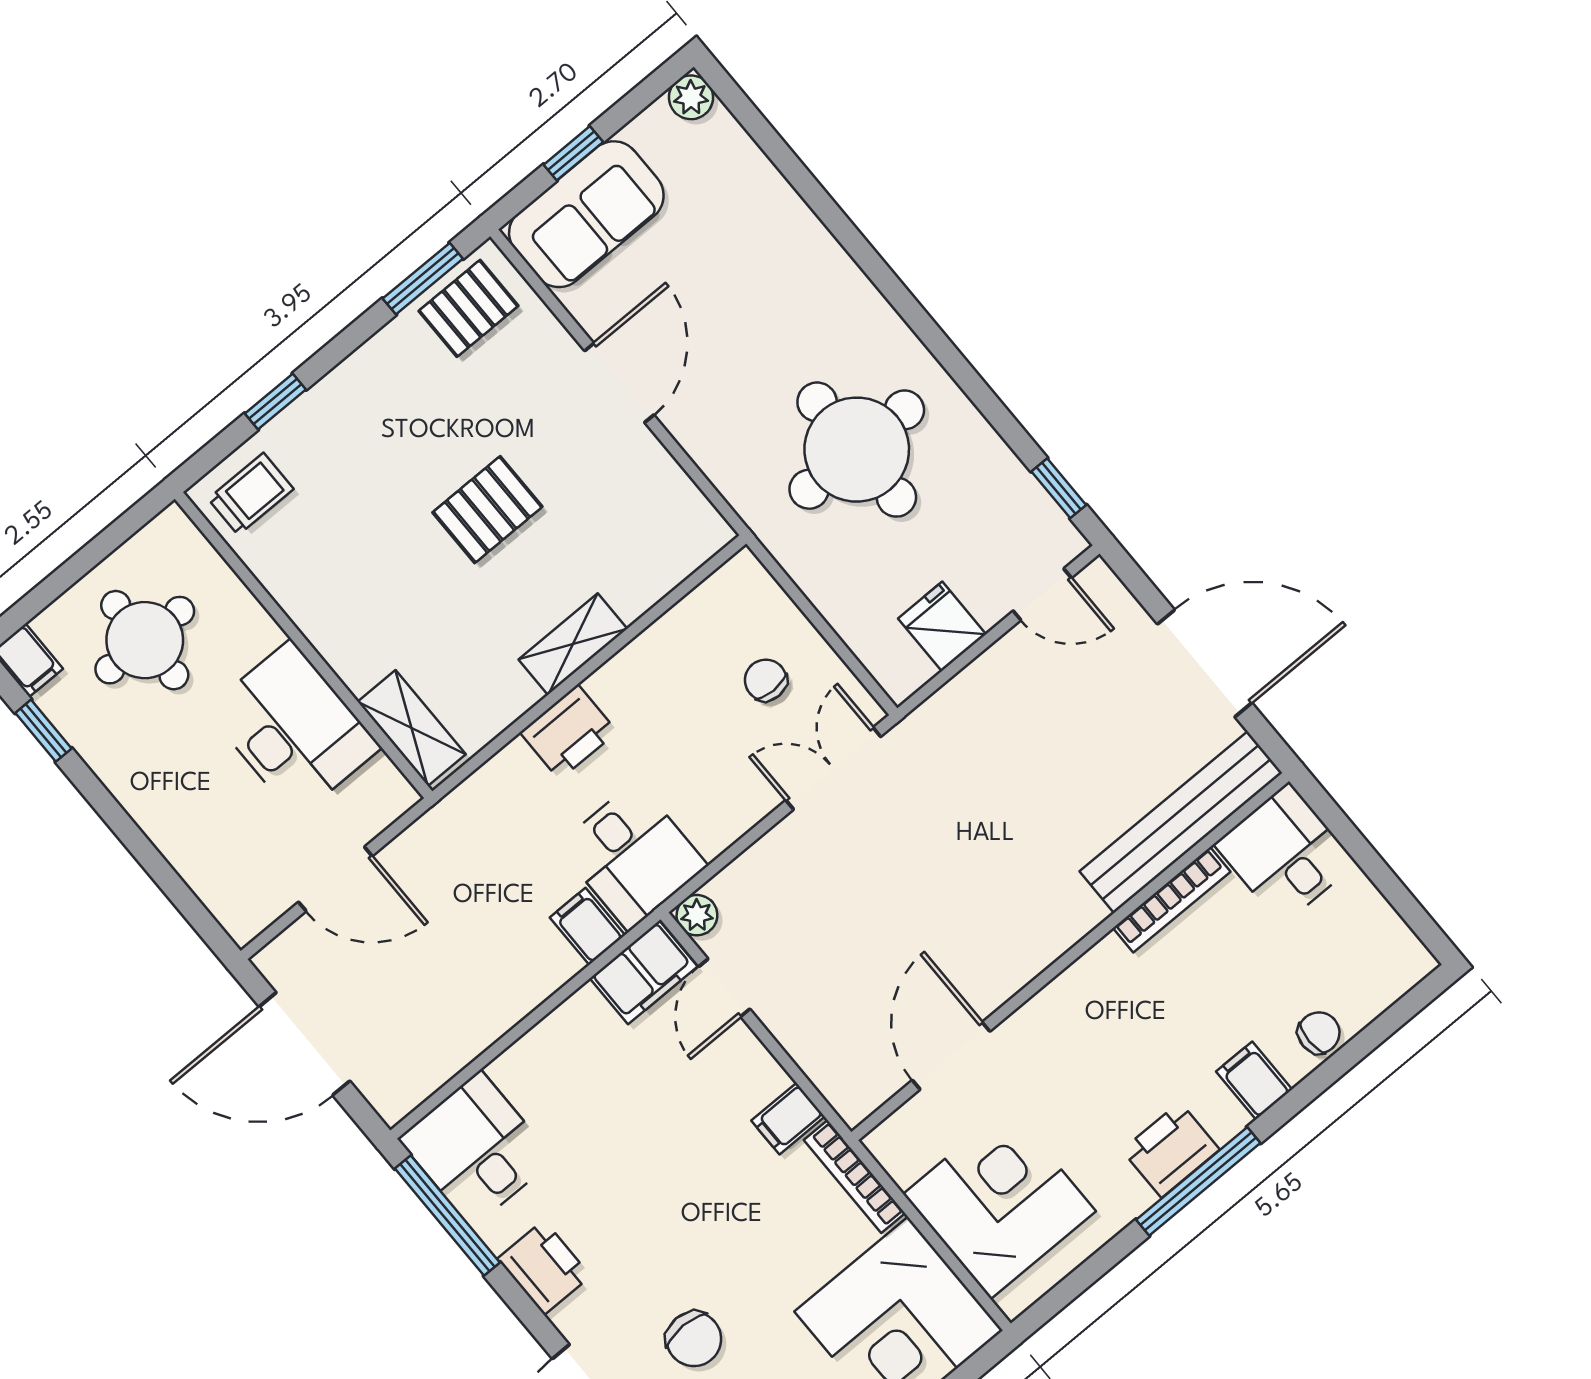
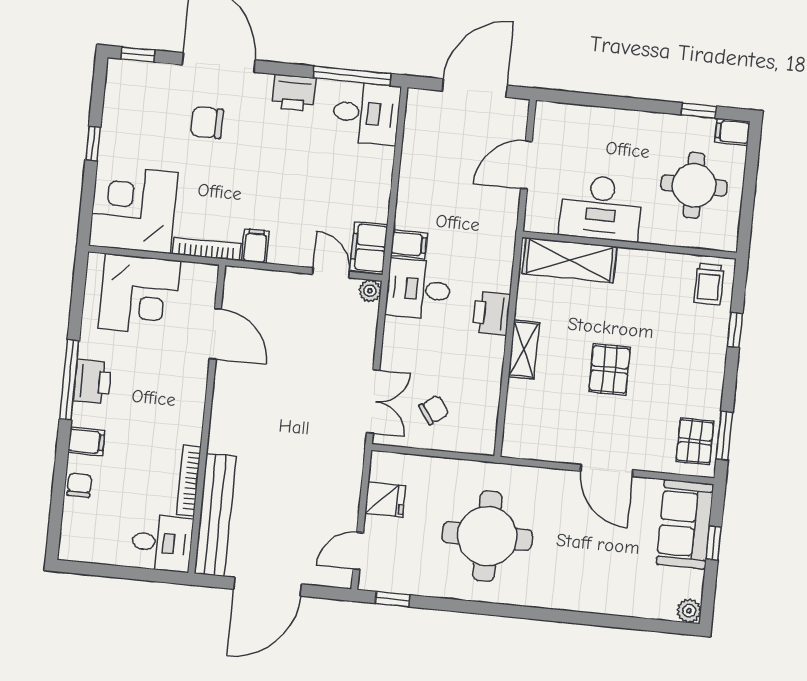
chair: (766, 680) -> (434, 410), turned -35
shelving: (412, 728) -> (570, 260), width x1.50, depth x1.33
chair: (1319, 1033) -> (79, 485), turned 180

